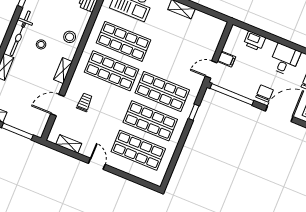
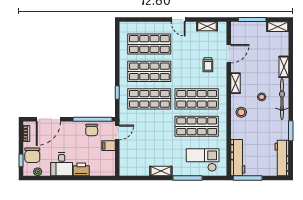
printer: (254, 41) -> (81, 169), moved
chair: (265, 94) -> (92, 130), moved

